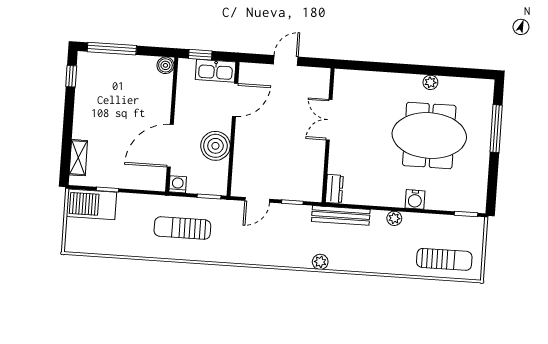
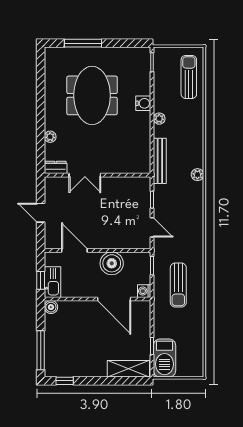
kitchen sink: (216, 71) -> (53, 282), moved
plant: (430, 82) -> (50, 137), moved
shelving: (78, 158) -> (128, 369), width x1.50, depth x1.33
dresser: (334, 189) -> (56, 167), moved

